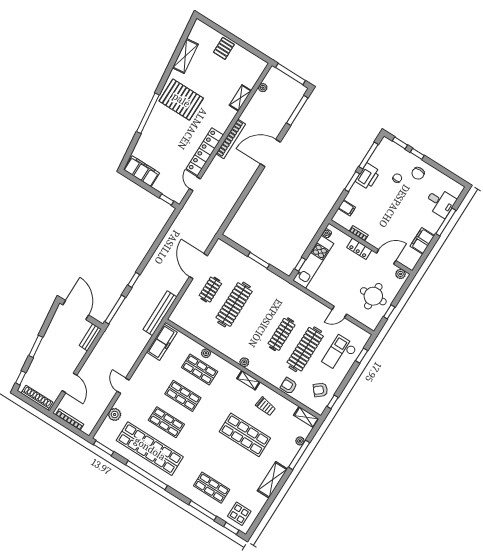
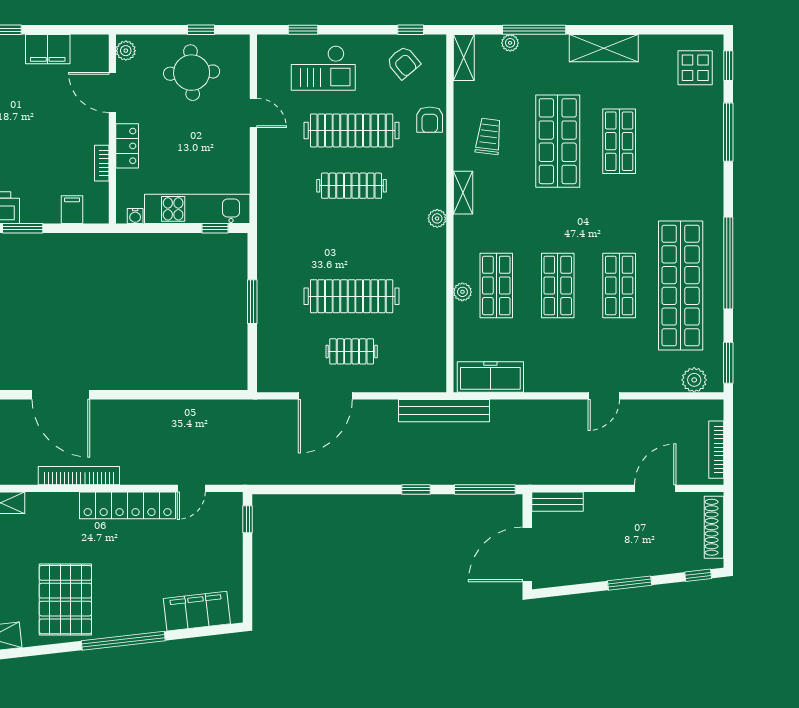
filing cabinet: (142, 171) -> (197, 611), moved, turned 84
plant: (115, 414) -> (694, 380), moved
shop shelf: (212, 488) -> (619, 141), moved

